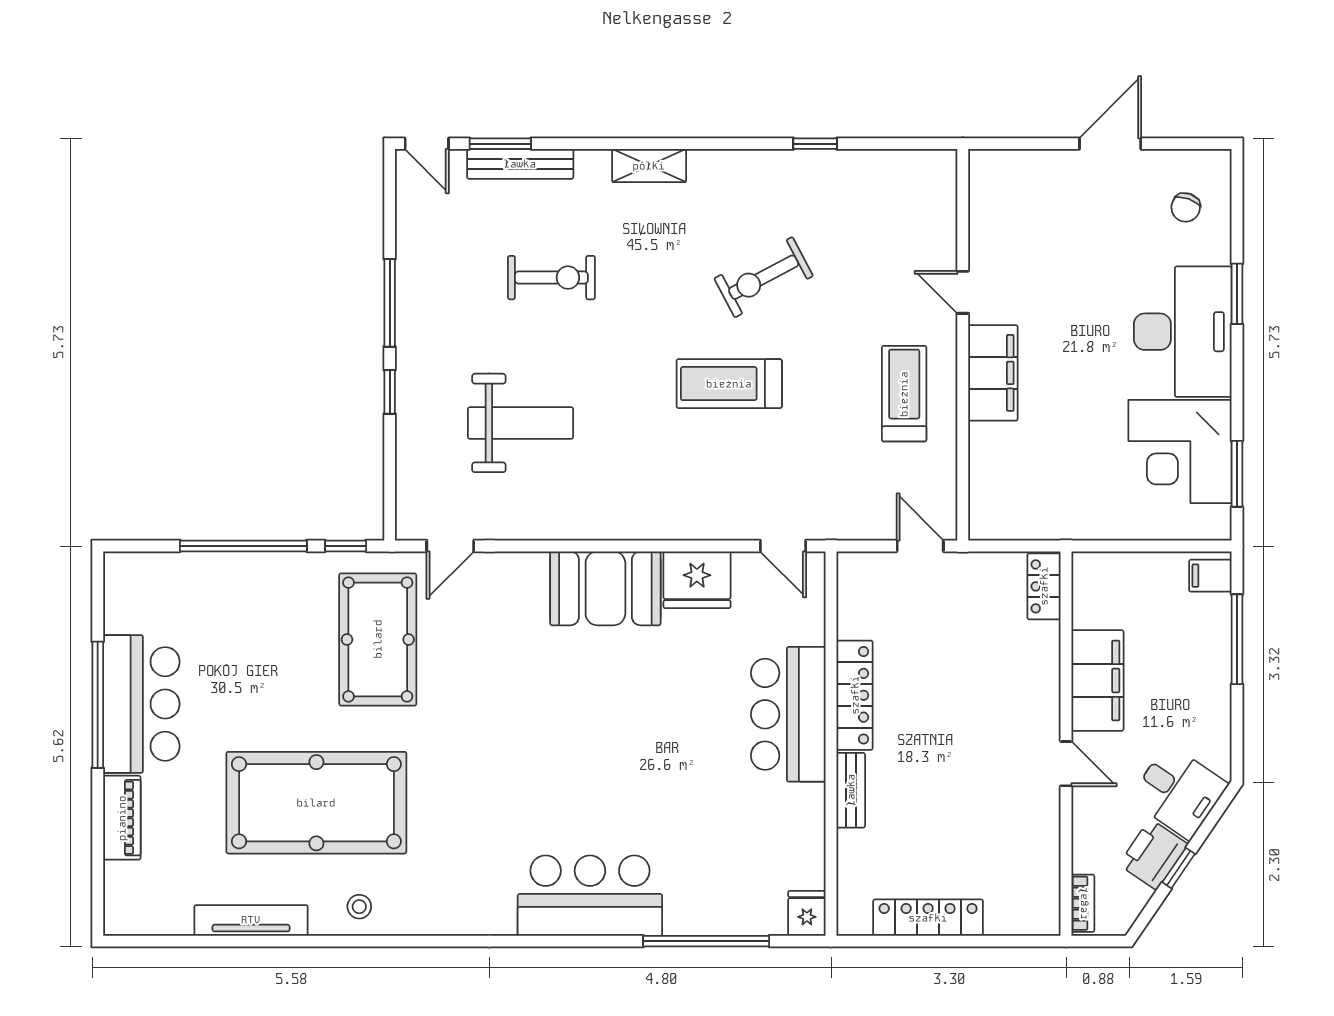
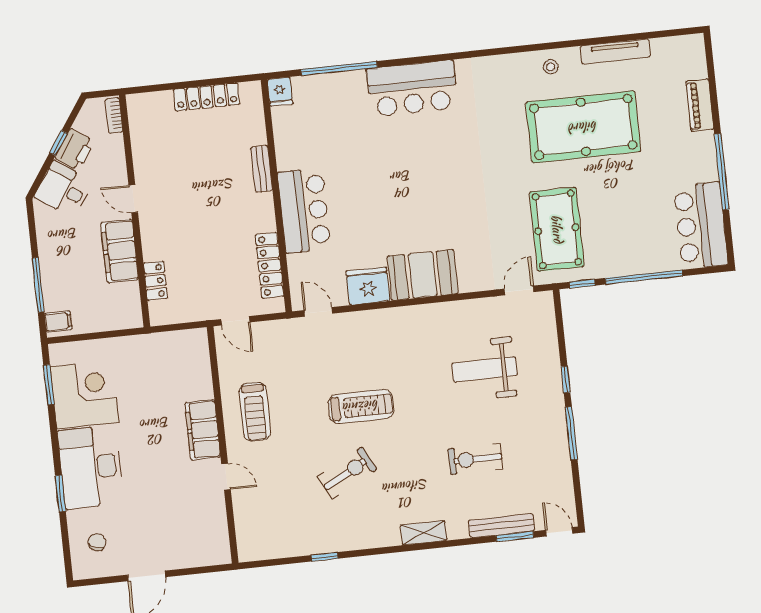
locker: (1044, 586) -> (155, 281), moved
locker: (855, 695) -> (270, 265), moved
bar counter: (141, 704) -> (701, 226), moved

